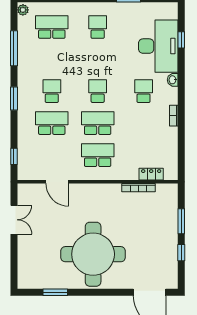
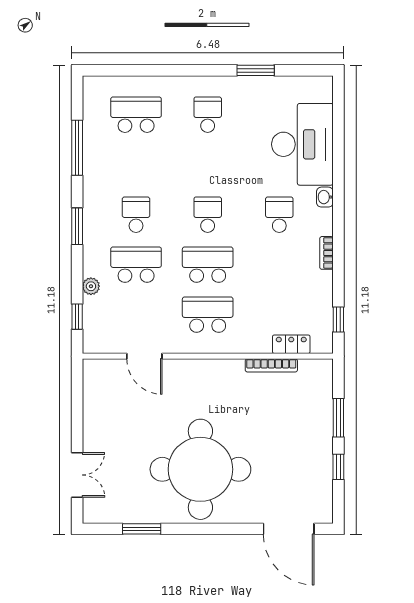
plant: (23, 10) -> (91, 286), moved
window: (181, 40) -> (338, 319), moved
double door: (14, 220) -> (77, 475), moved

